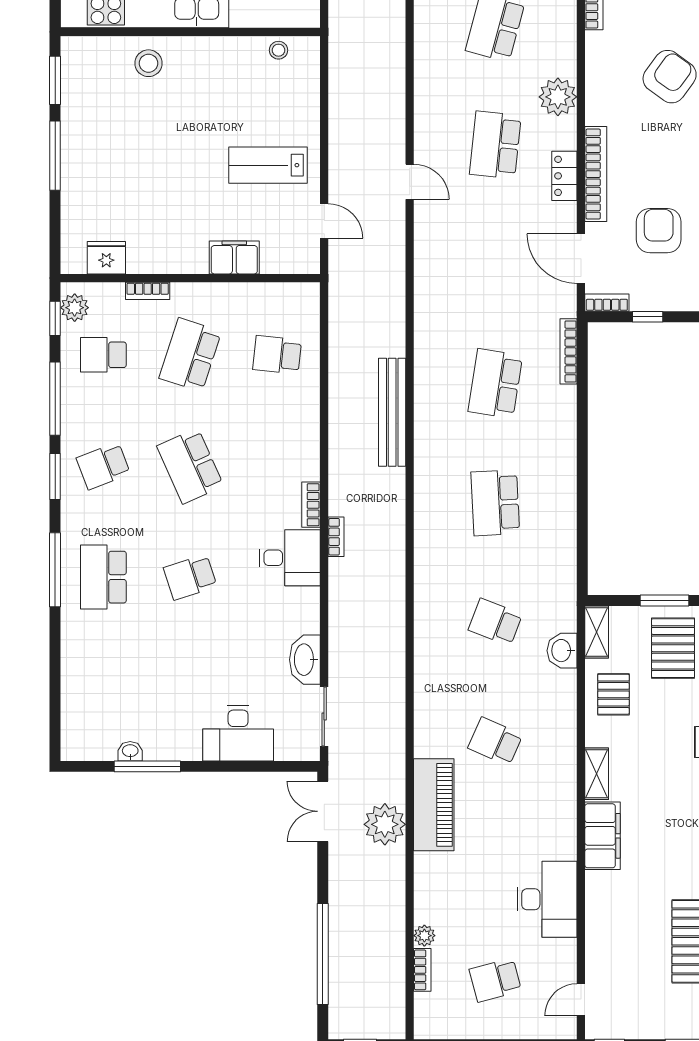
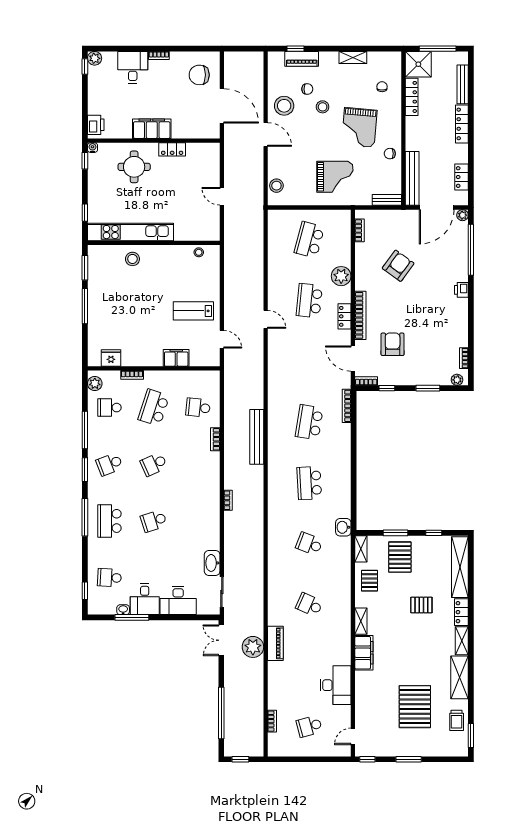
window: (55, 318) -> (85, 591), moved
school desk: (190, 466) -> (154, 464), width x0.54
bookcase: (311, 505) -> (215, 439), moved
desk: (290, 558) -> (145, 599), moved, turned 90
washbasin: (562, 651) -> (343, 527), moved
school desk: (103, 688) -> (109, 578), added
piano: (434, 805) -> (275, 643), width x0.73, depth x0.75
plant: (424, 936) -> (273, 704), removed

